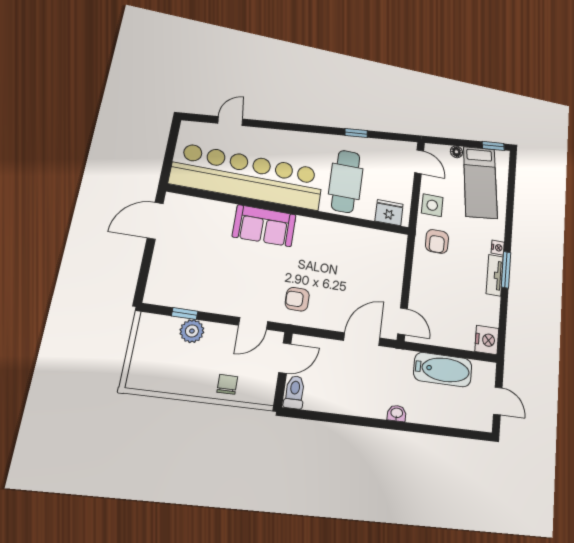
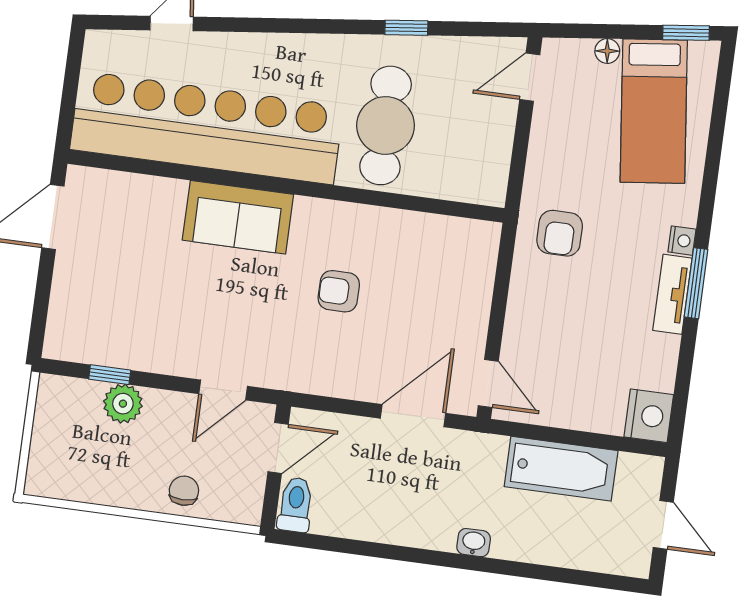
door: (419, 162) -> (530, 77), swing flipped
side table: (432, 205) -> (553, 163), removed
fridge: (389, 213) -> (468, 182), removed
armchair: (297, 299) -> (339, 291), moved

